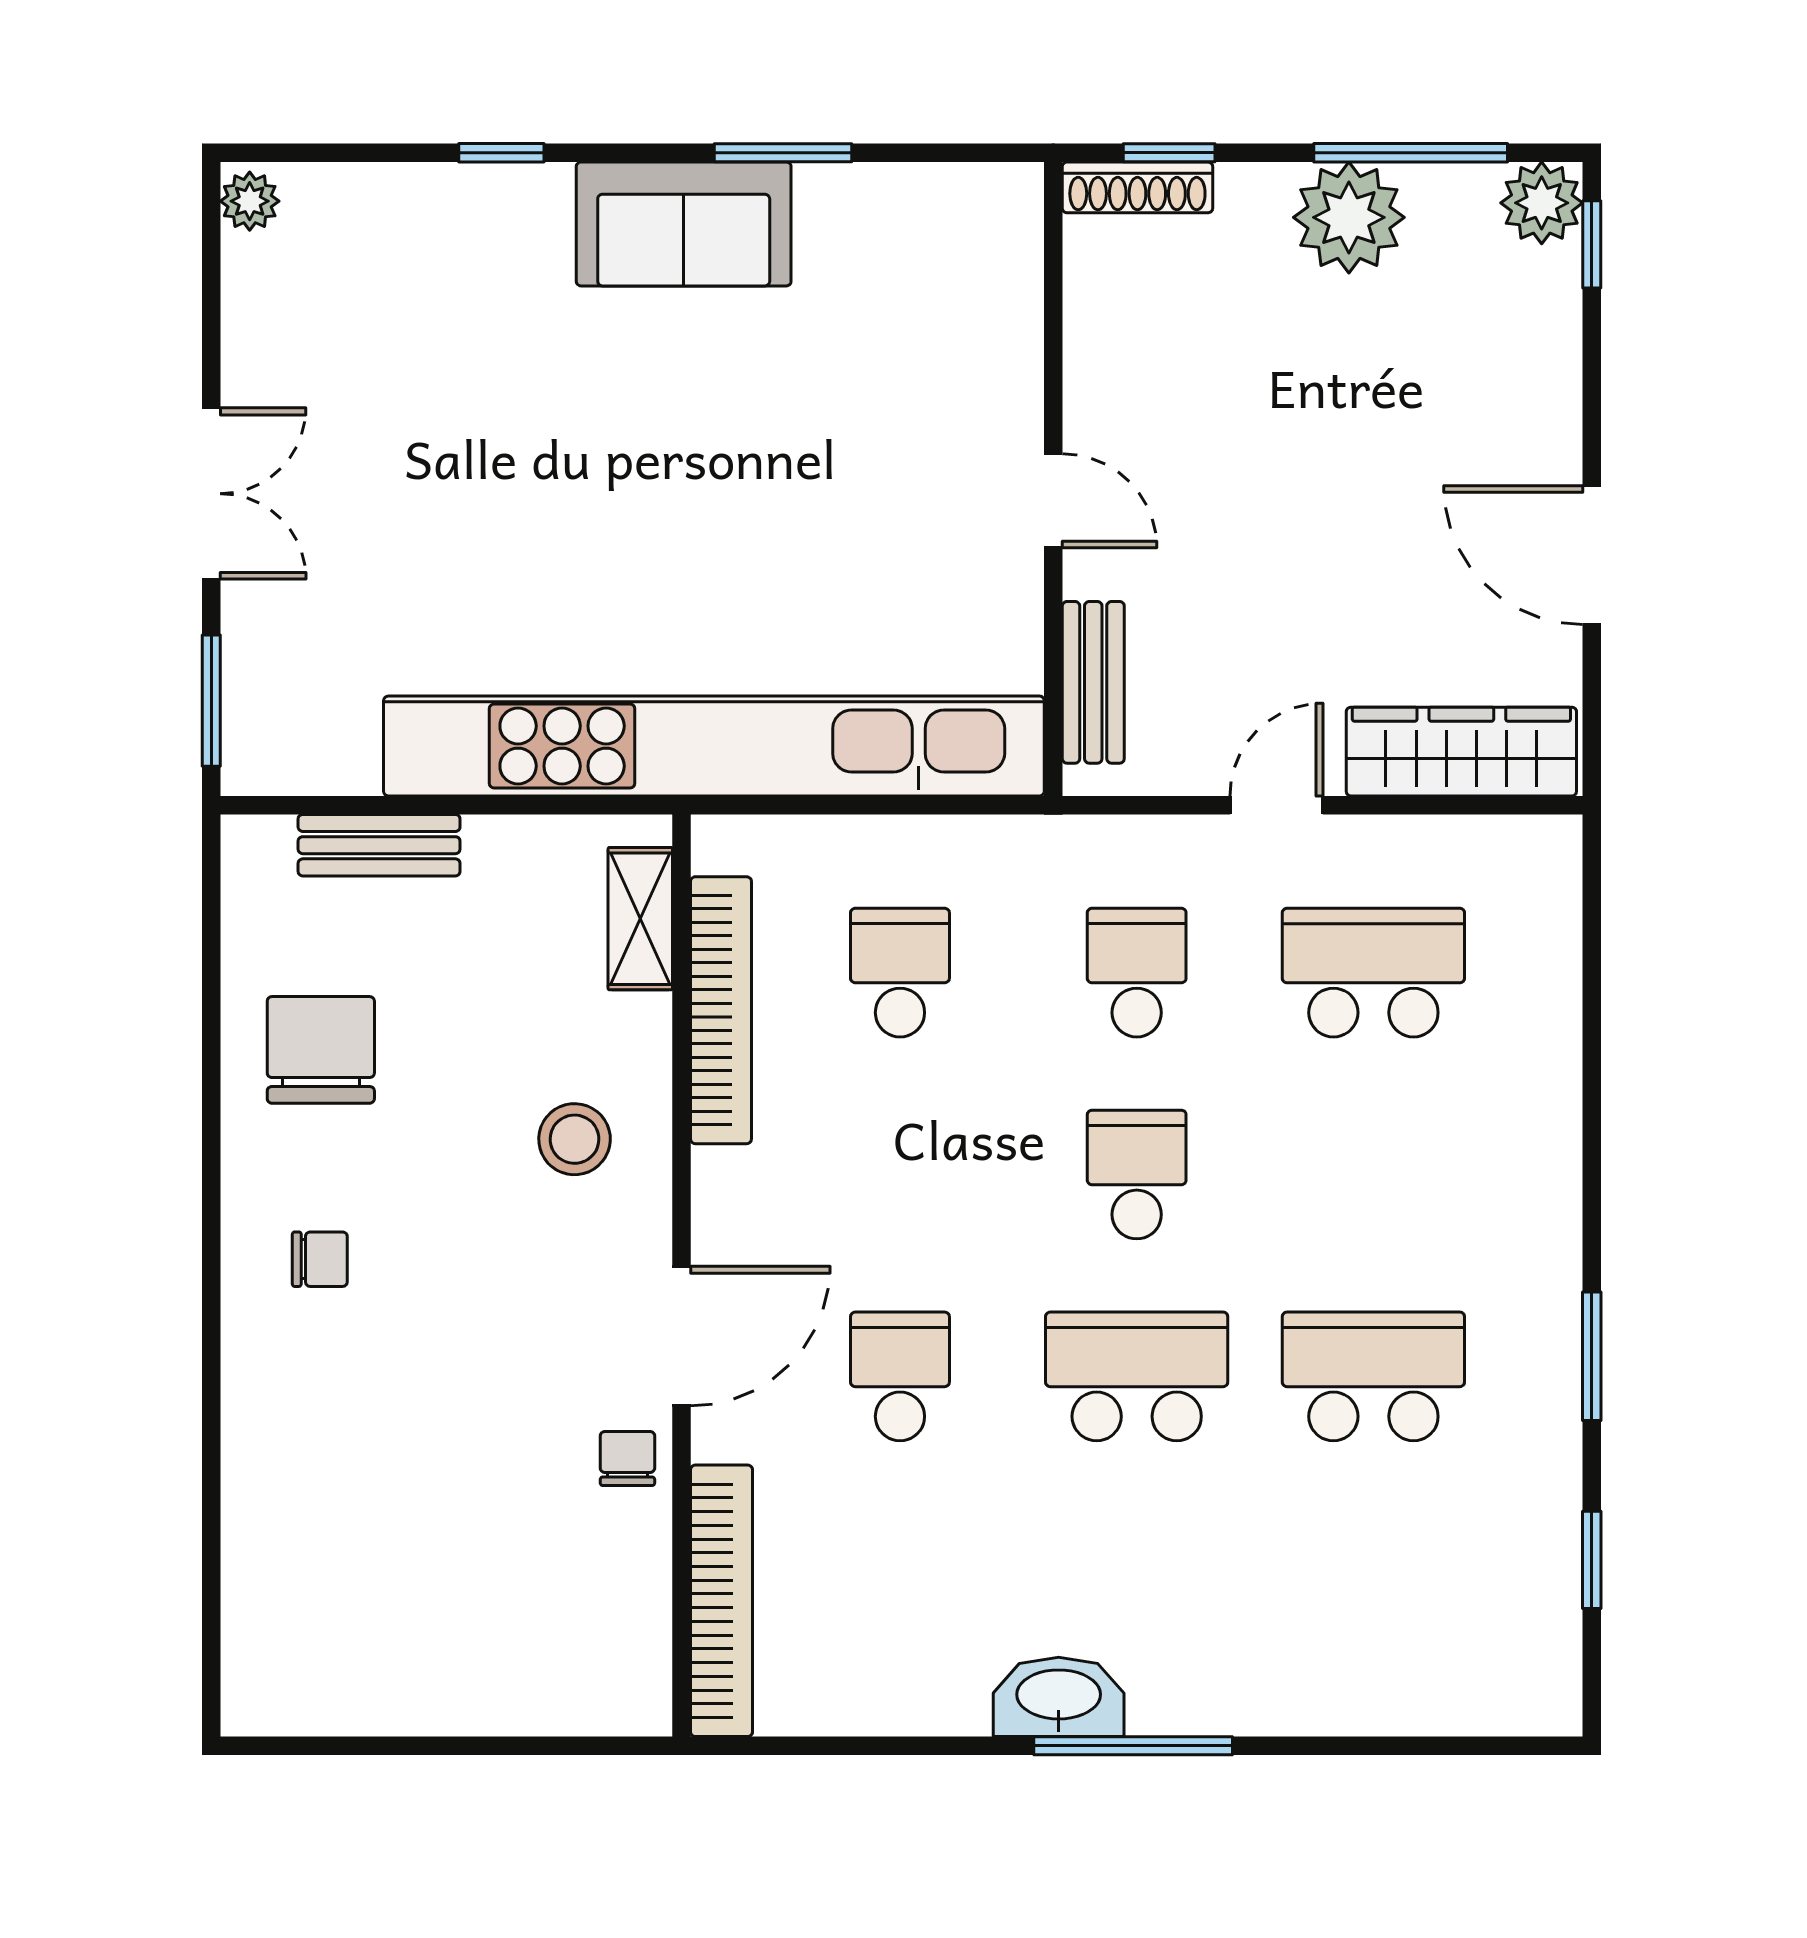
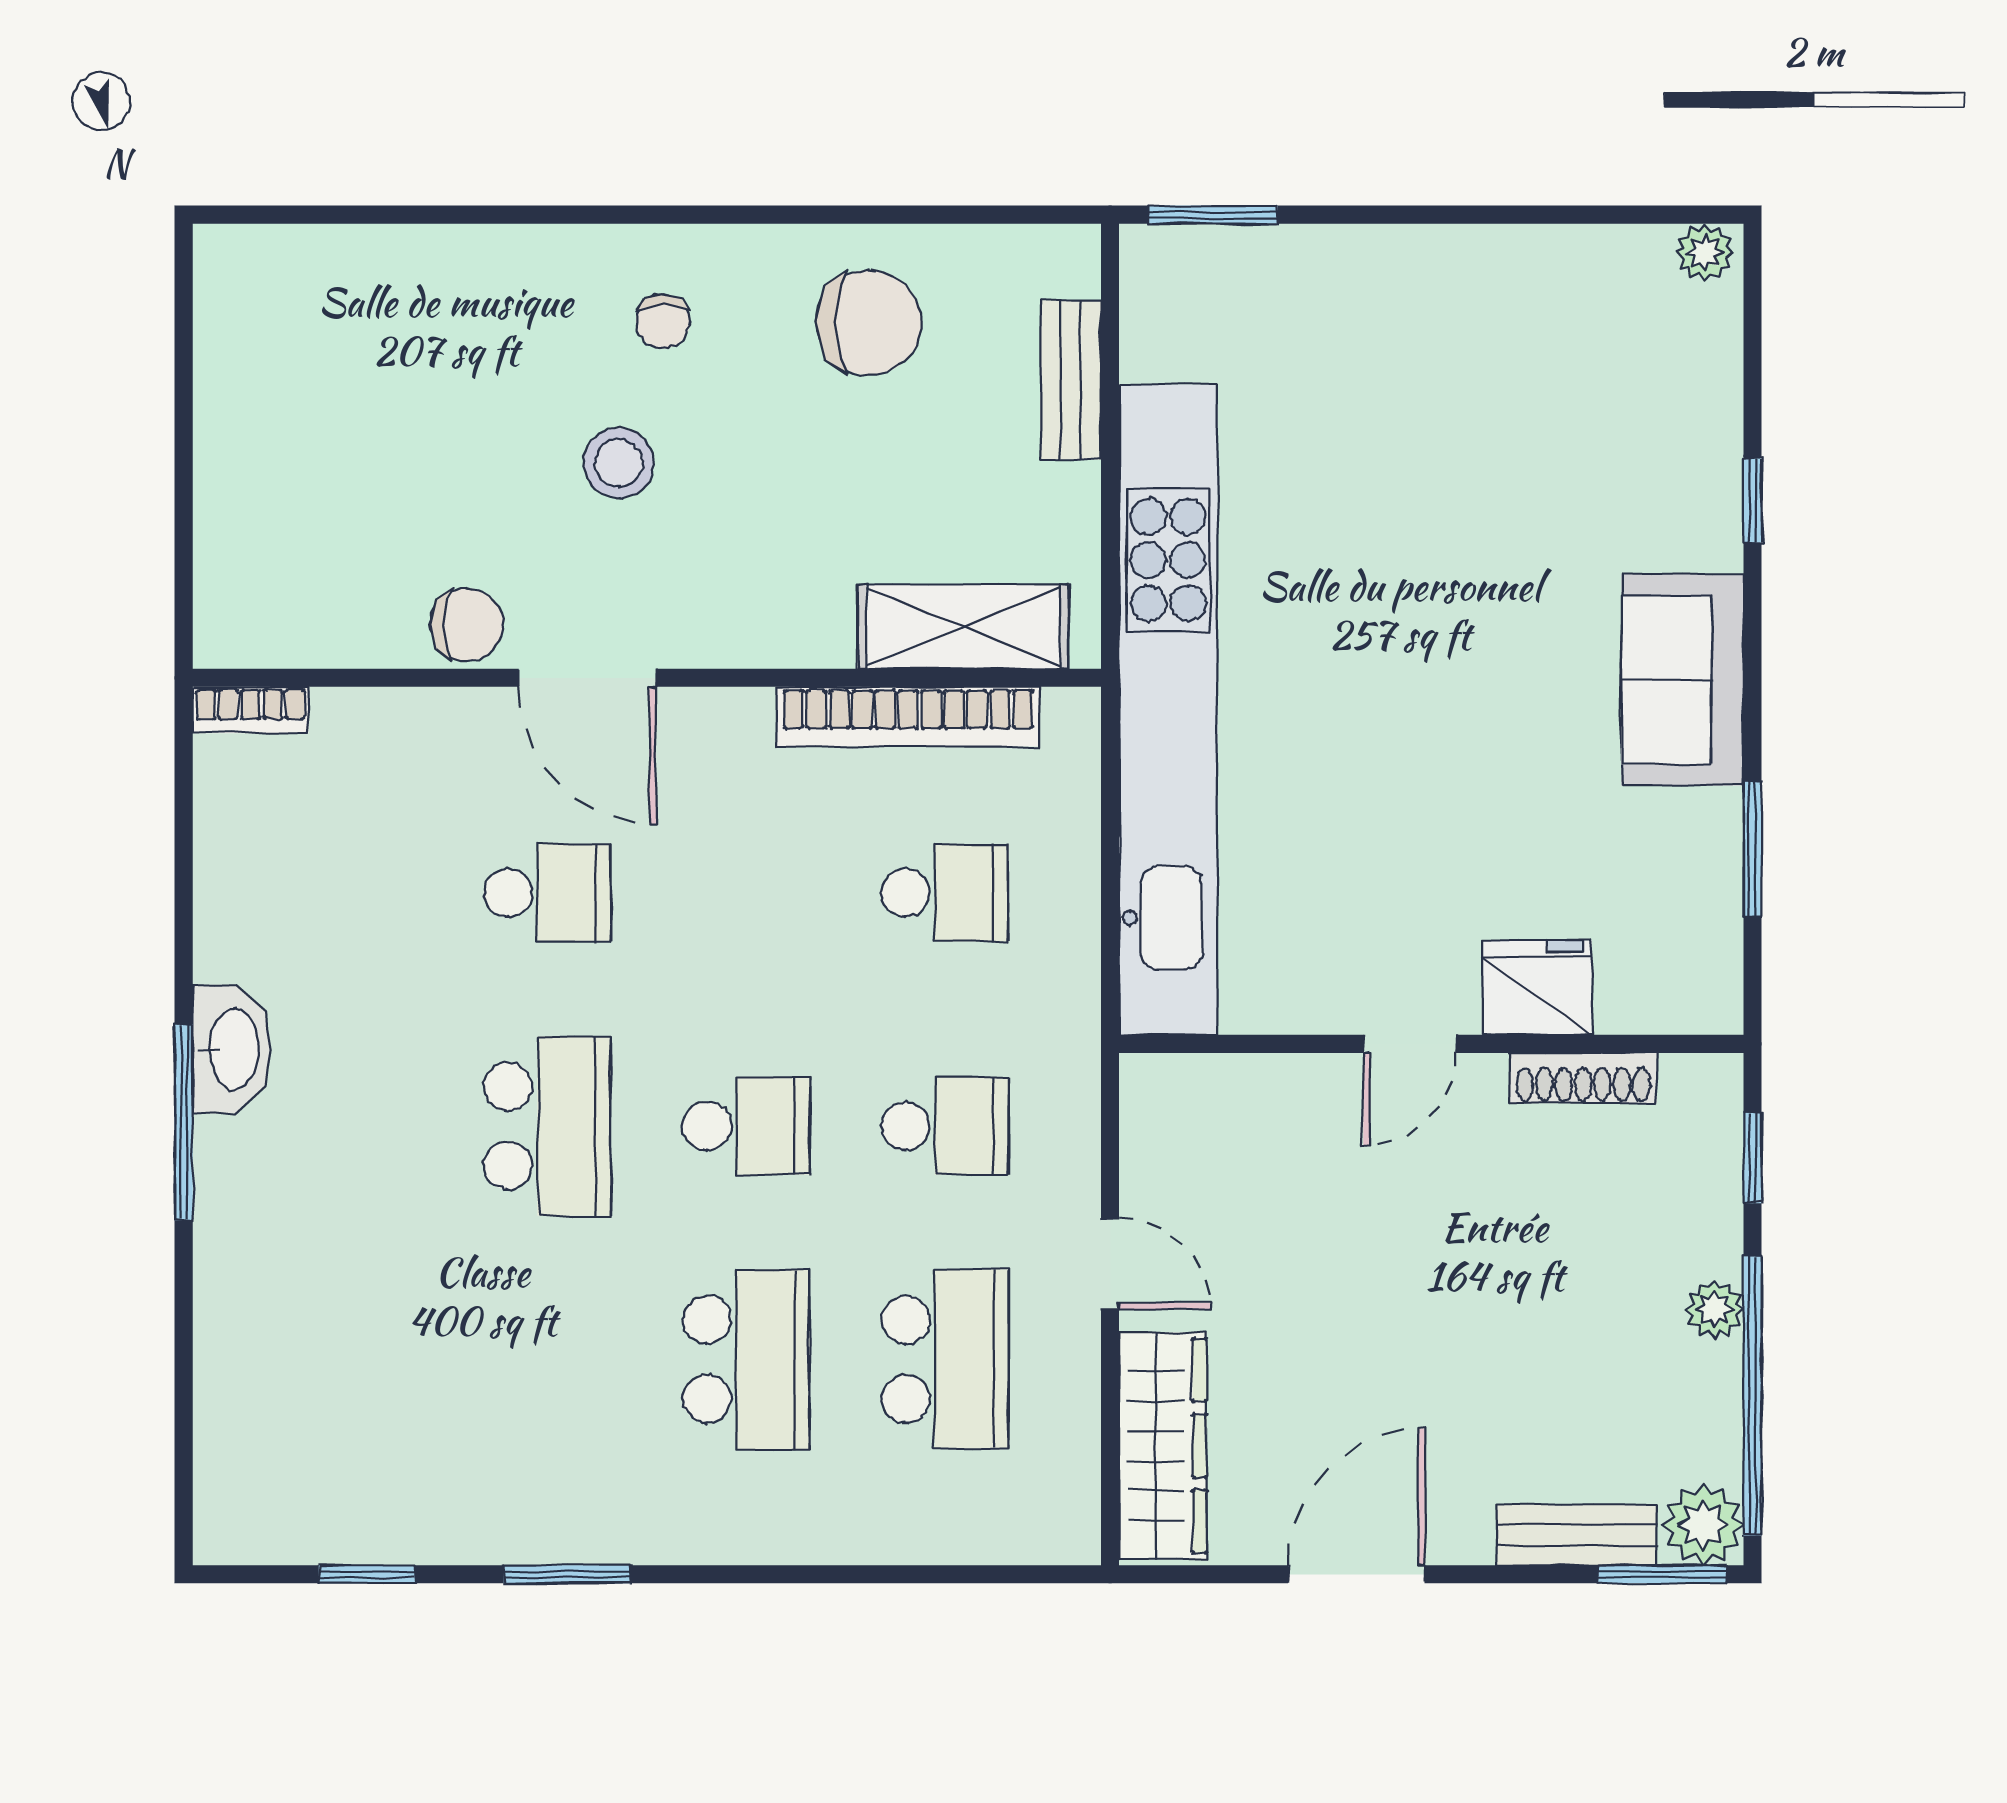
window: (783, 153) -> (1752, 849), moved
window: (1411, 153) -> (1752, 1396), width x1.46
shoe rack: (1137, 187) -> (1583, 1078), moved, turned -90
plant: (1349, 217) -> (1714, 1309), width x0.53, depth x0.53
window: (1592, 244) -> (1662, 1574), width x1.50
fridge: (996, 372) -> (1537, 988), added
double door: (211, 494) -> (1417, 215), removed
bench: (1093, 682) -> (1577, 1535), moved
shelving: (640, 919) -> (963, 627), width x1.50, depth x1.33
stool: (575, 1139) -> (619, 463), moved
school desk: (1373, 1376) -> (746, 1359), moved
chair: (627, 1458) -> (467, 625), width x1.37, depth x1.37
bookcase: (721, 1601) -> (251, 710), width x0.43, depth x0.76

